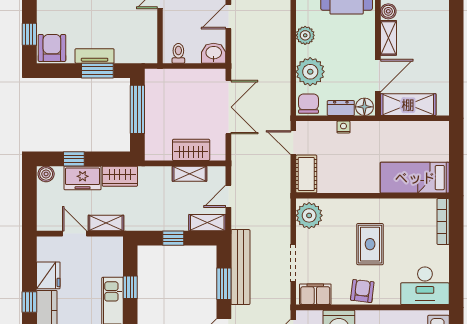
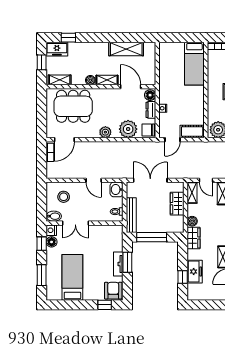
armchair: (52, 48) -> (113, 291), turned 90
bench: (173, 77) -> (131, 215), added
shelving: (408, 105) -> (126, 49), moved, turned 90
boiler: (46, 174) -> (192, 221), moved
shelving: (190, 174) -> (192, 193), moved
wardrobe: (120, 176) -> (193, 238), moved

